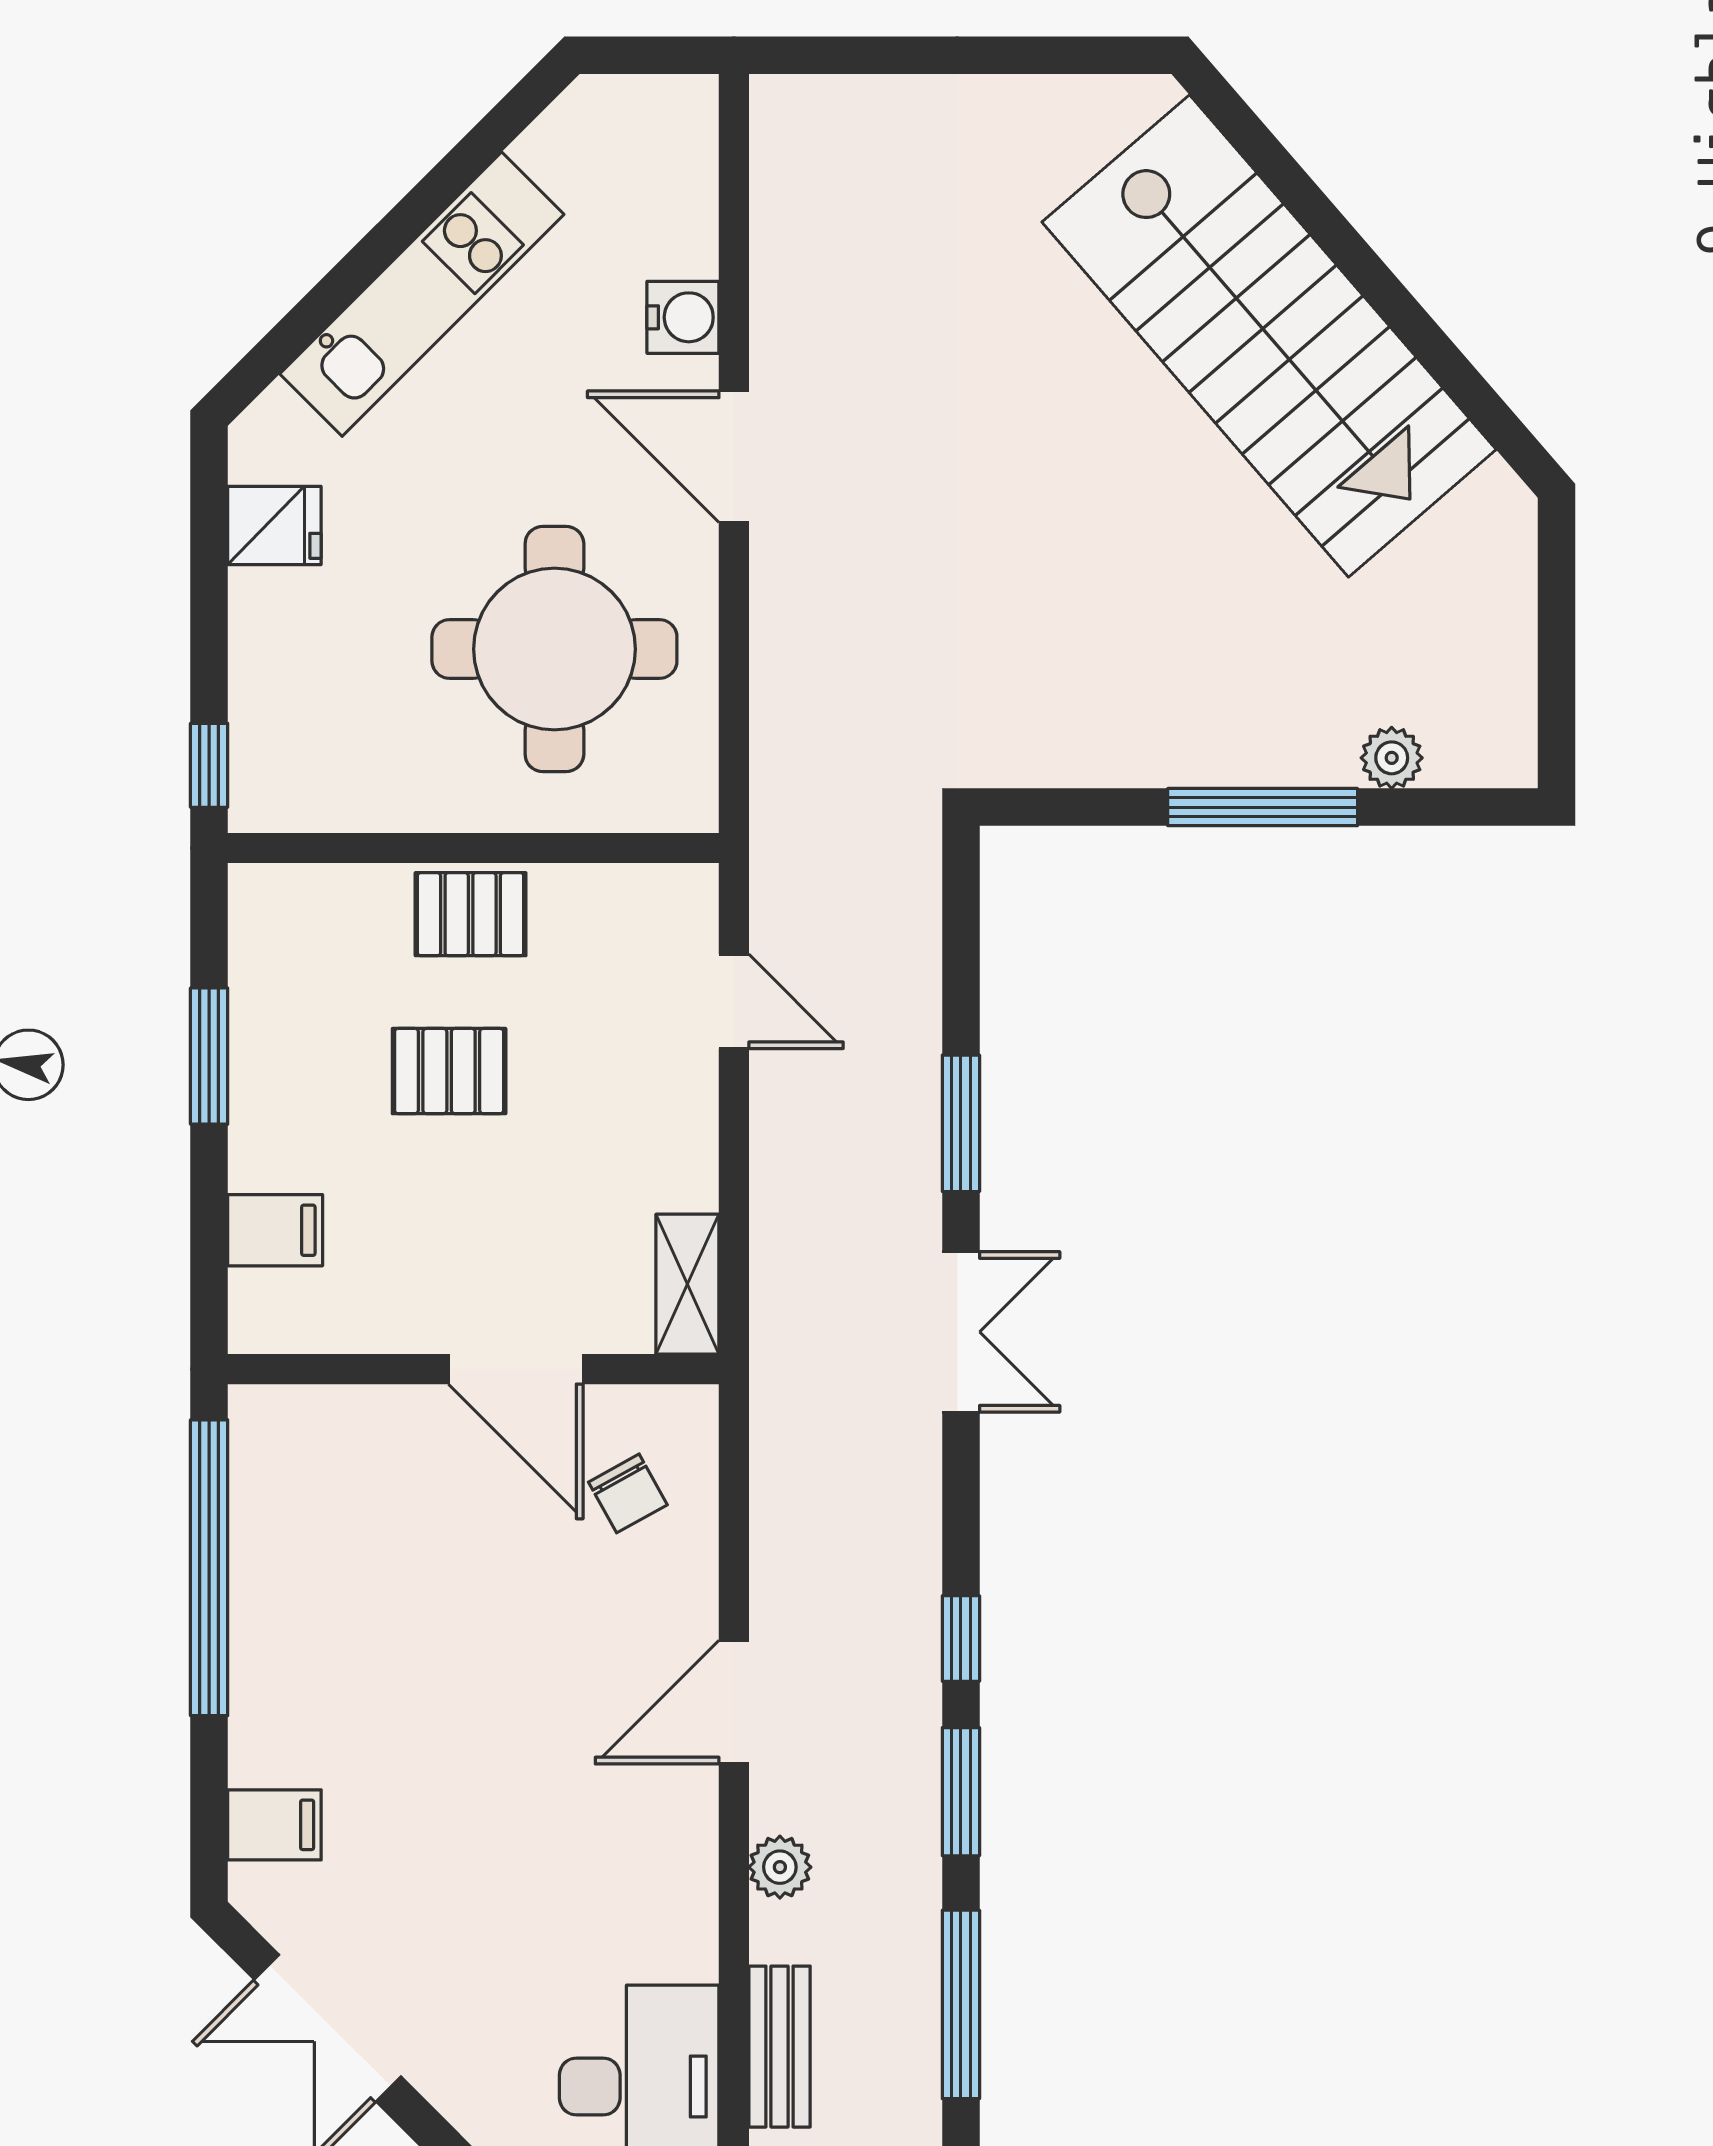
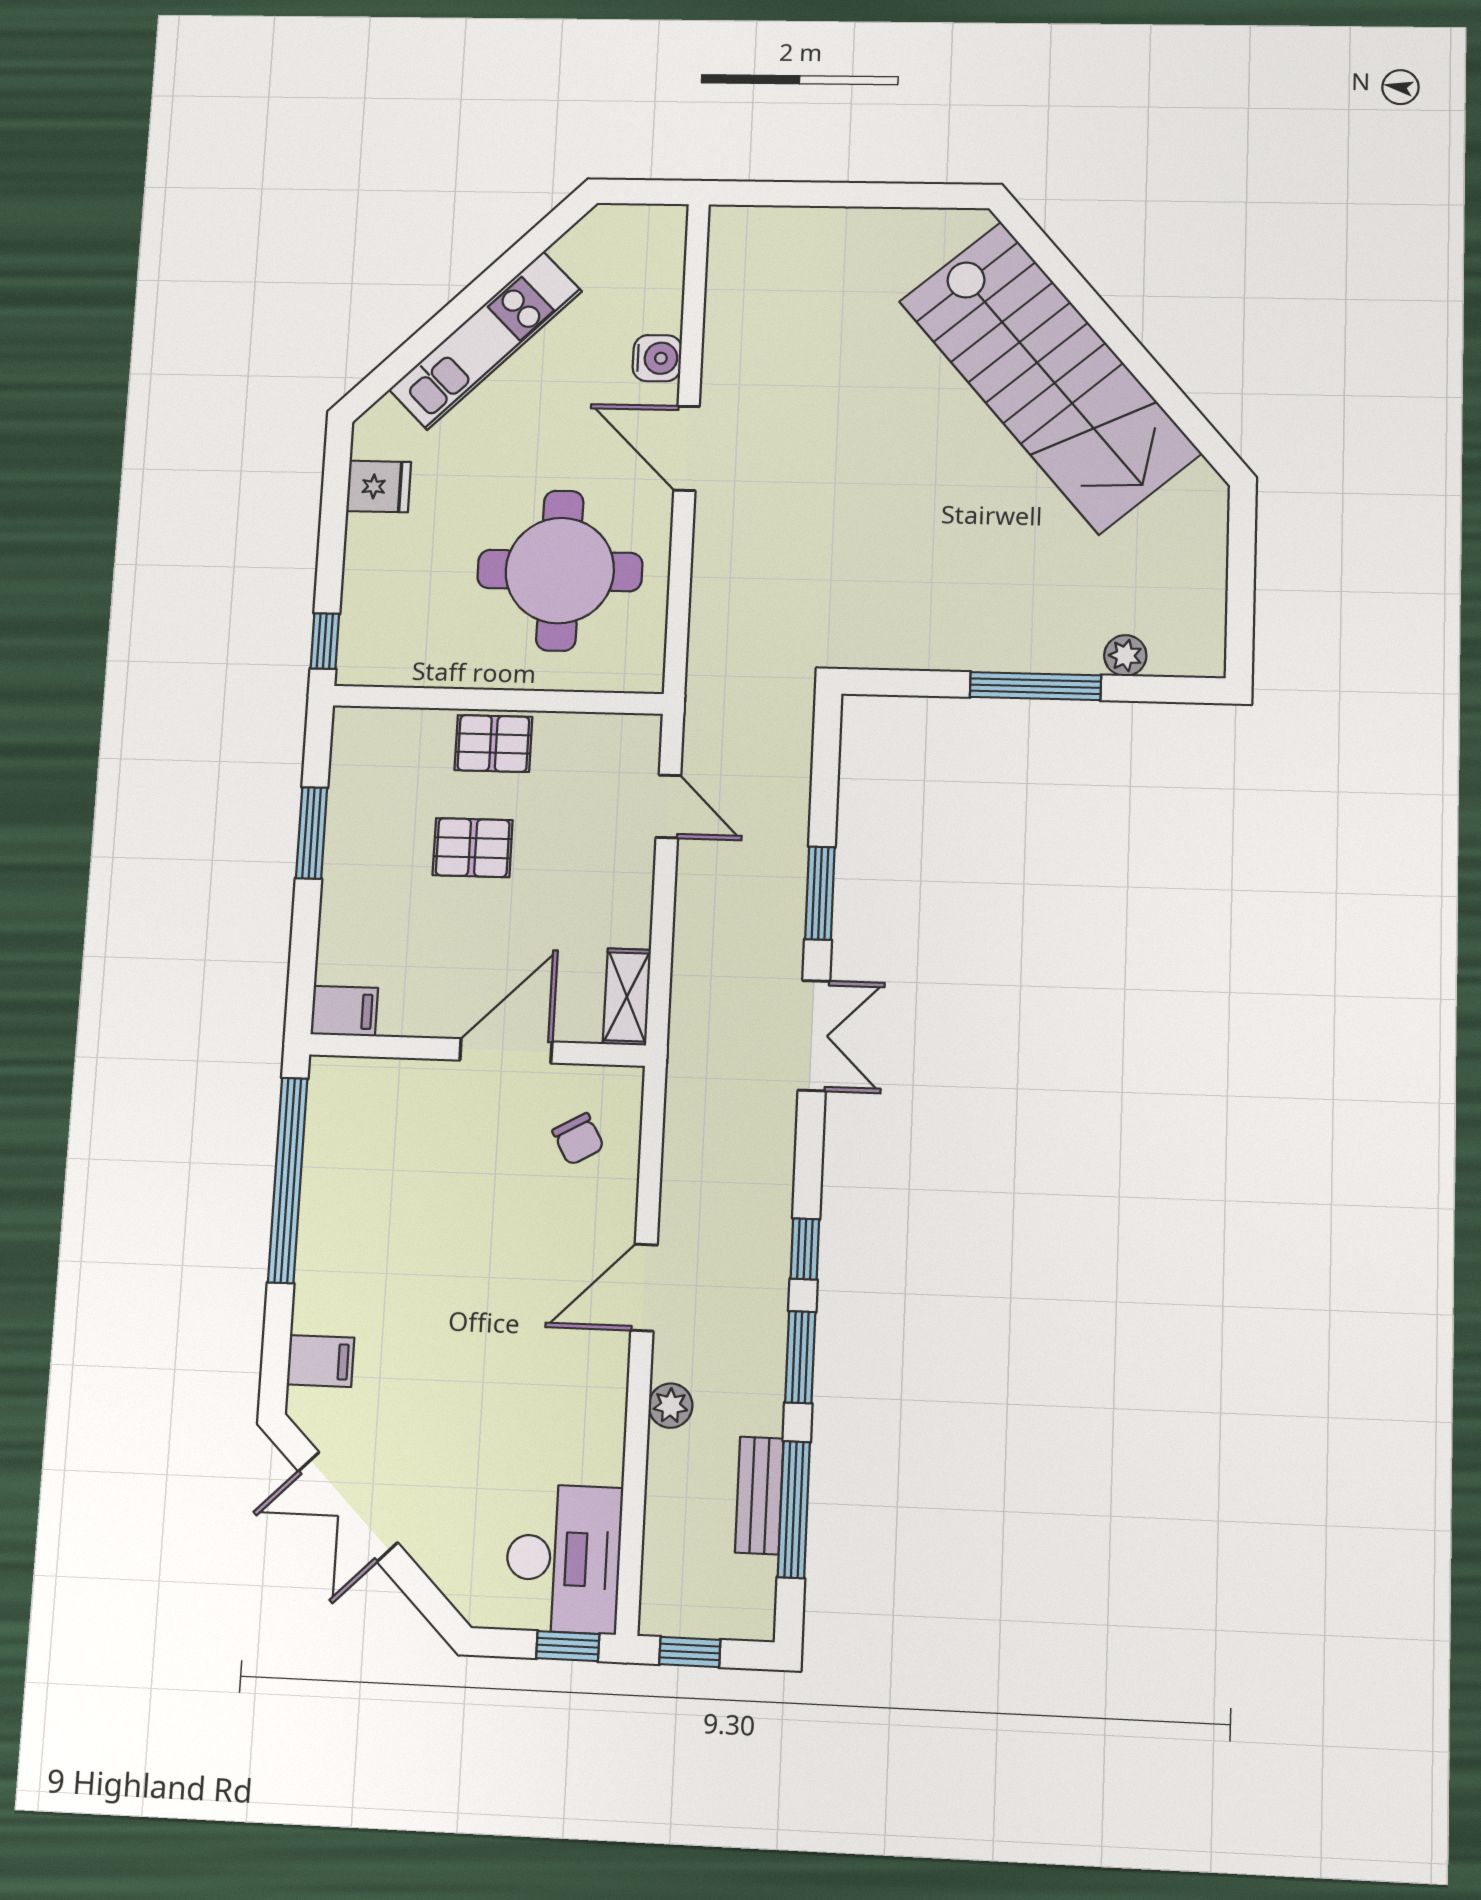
filing cabinet: (275, 1230) -> (344, 1011), moved
door: (516, 1369) -> (506, 1051), swing flipped
bench: (779, 2047) -> (759, 1495), moved

